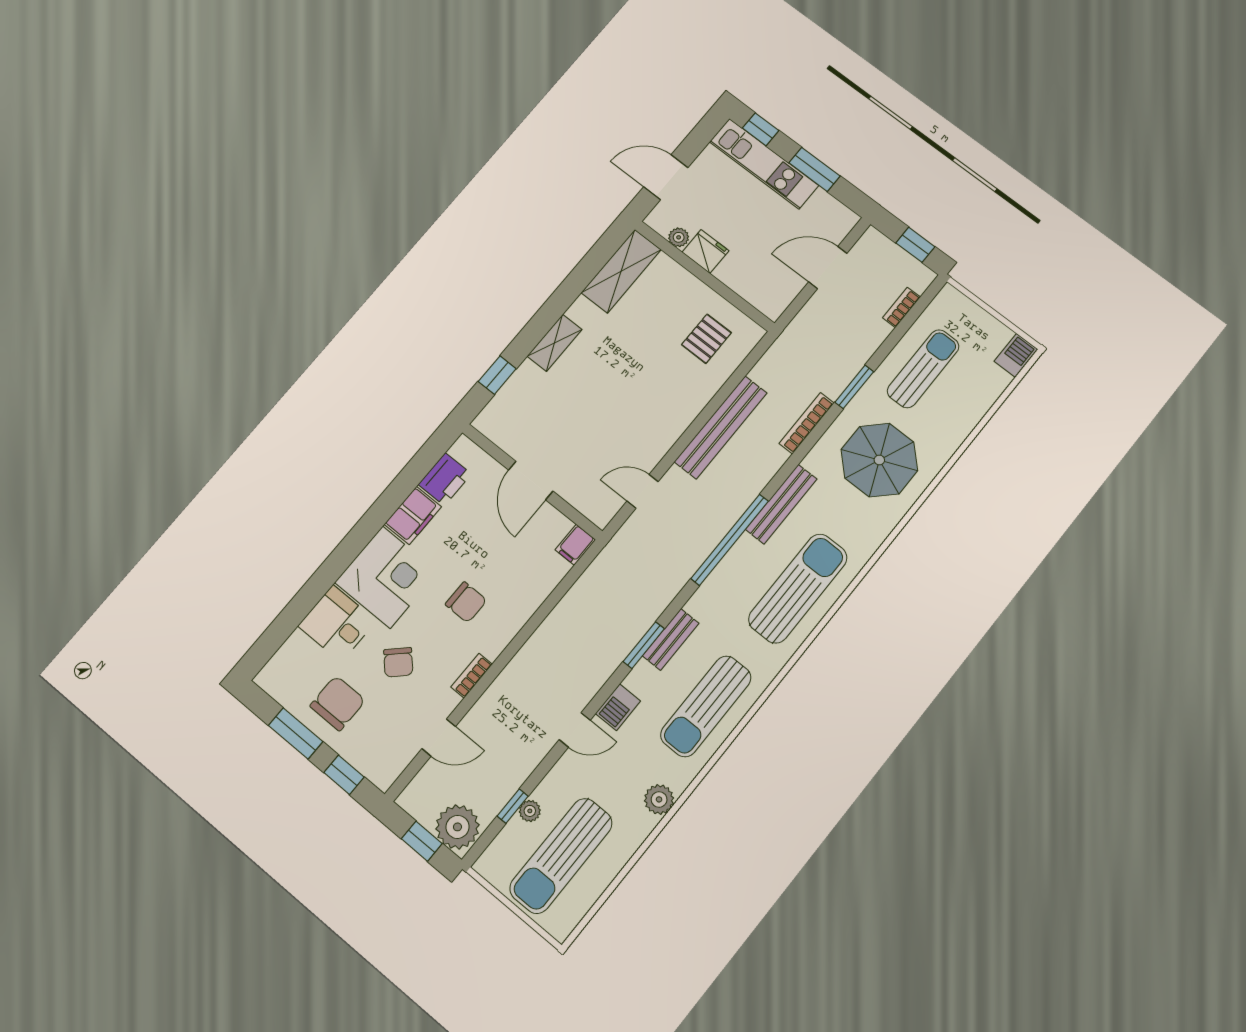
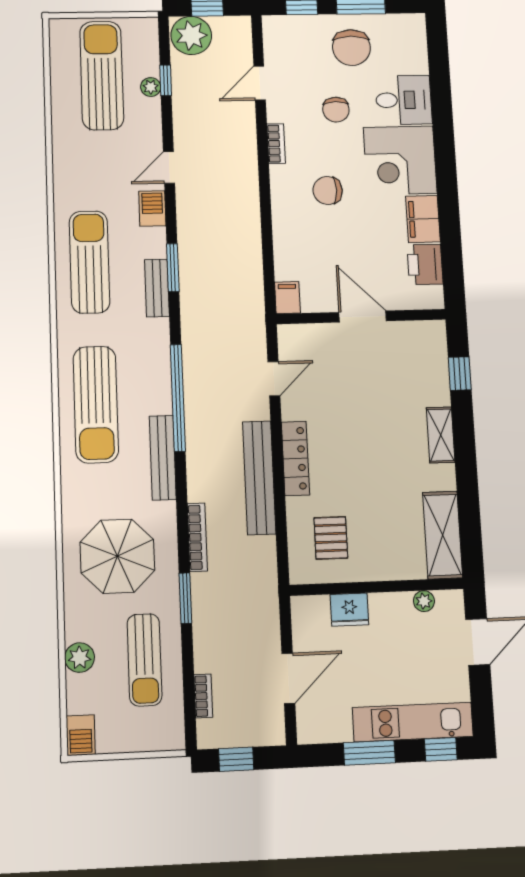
fridge: (705, 251) -> (349, 610), moved
locker: (680, 418) -> (295, 458), added
chair: (398, 662) -> (336, 110), turned -136
plant: (659, 799) -> (80, 658), moved

